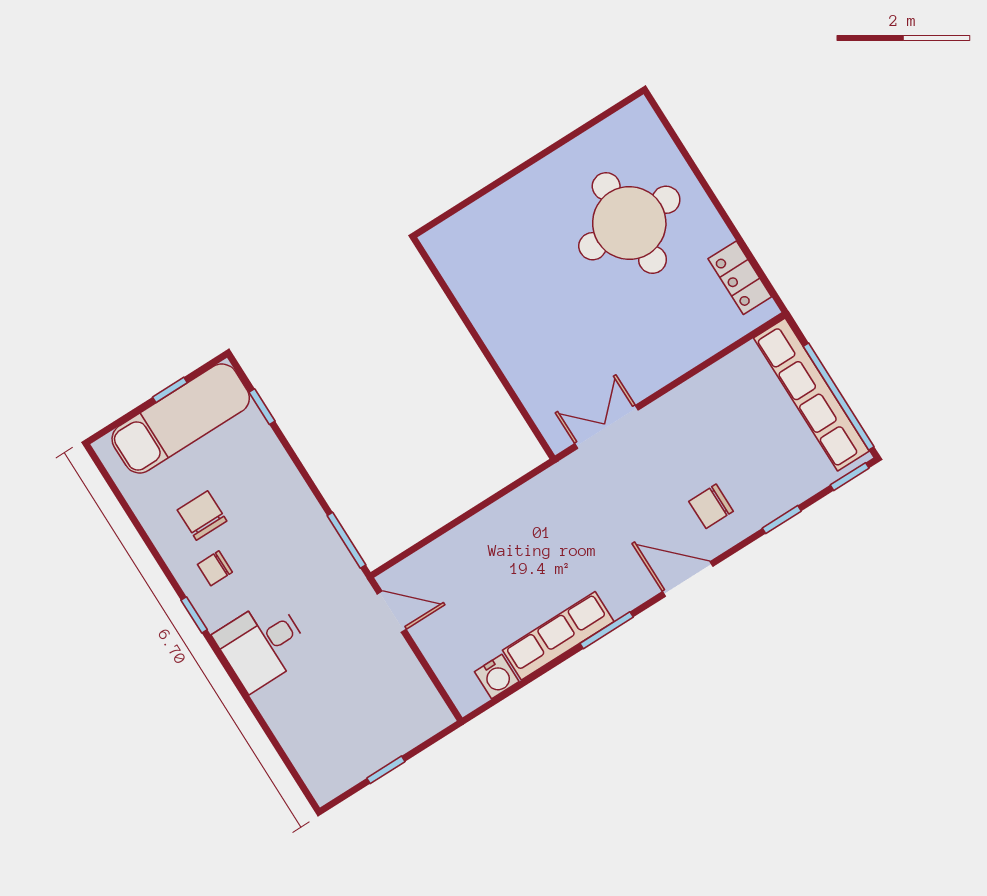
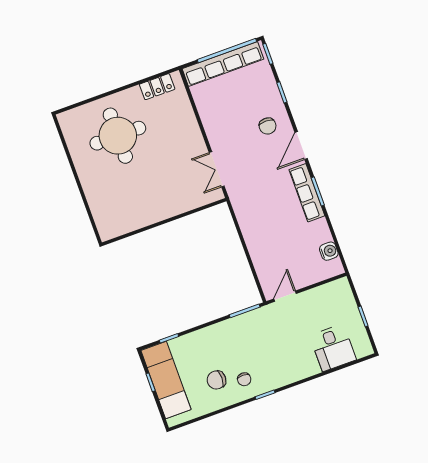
row of seats: (558, 636) -> (307, 193), moved
desk: (262, 644) -> (333, 348), moved

